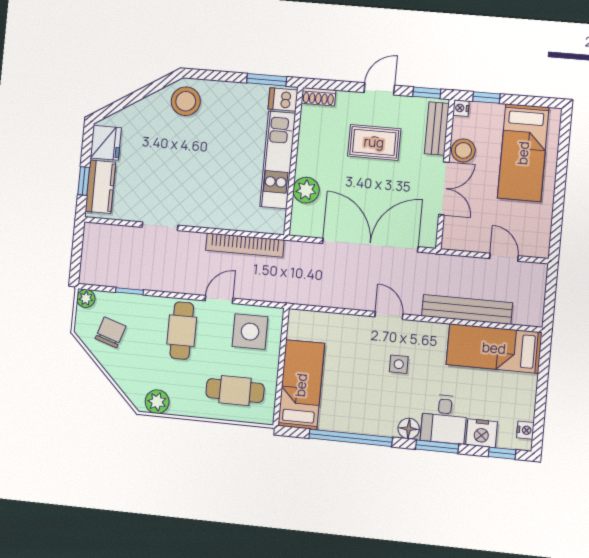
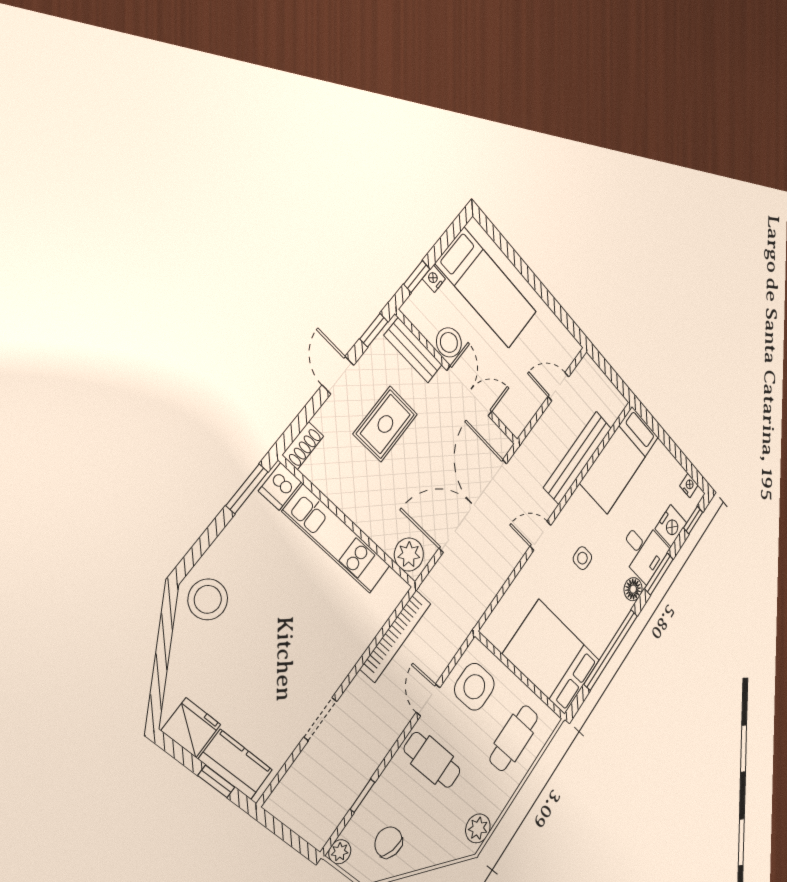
nightstand: (461, 108) -> (434, 279), moved, turned 90
plant: (306, 190) -> (409, 554), moved
bed: (301, 385) -> (552, 657), width x1.50

